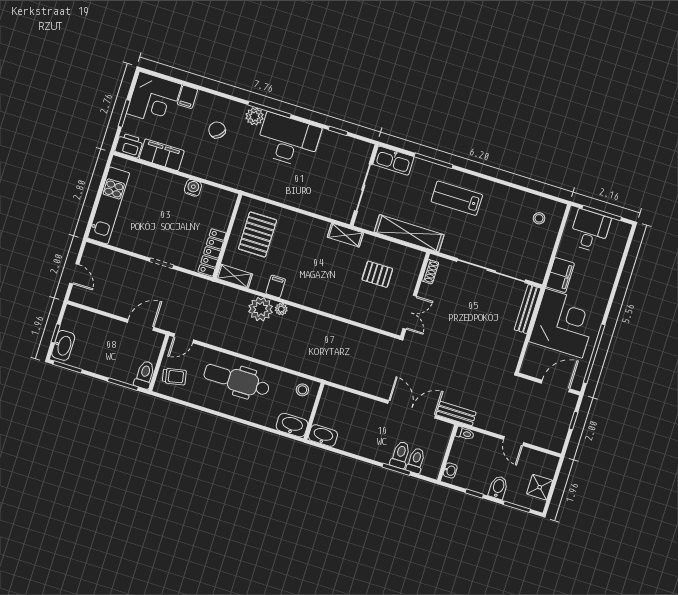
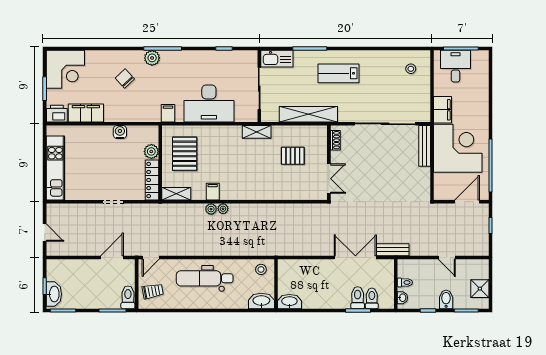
filing cabinet: (187, 97) -> (168, 113), moved, turned 180
desk: (288, 140) -> (209, 103), moved, turned 180
plant: (221, 220) -> (151, 151), added
plant: (261, 309) -> (211, 209), width x0.53, depth x0.53
toilet: (465, 433) -> (405, 282), moved

